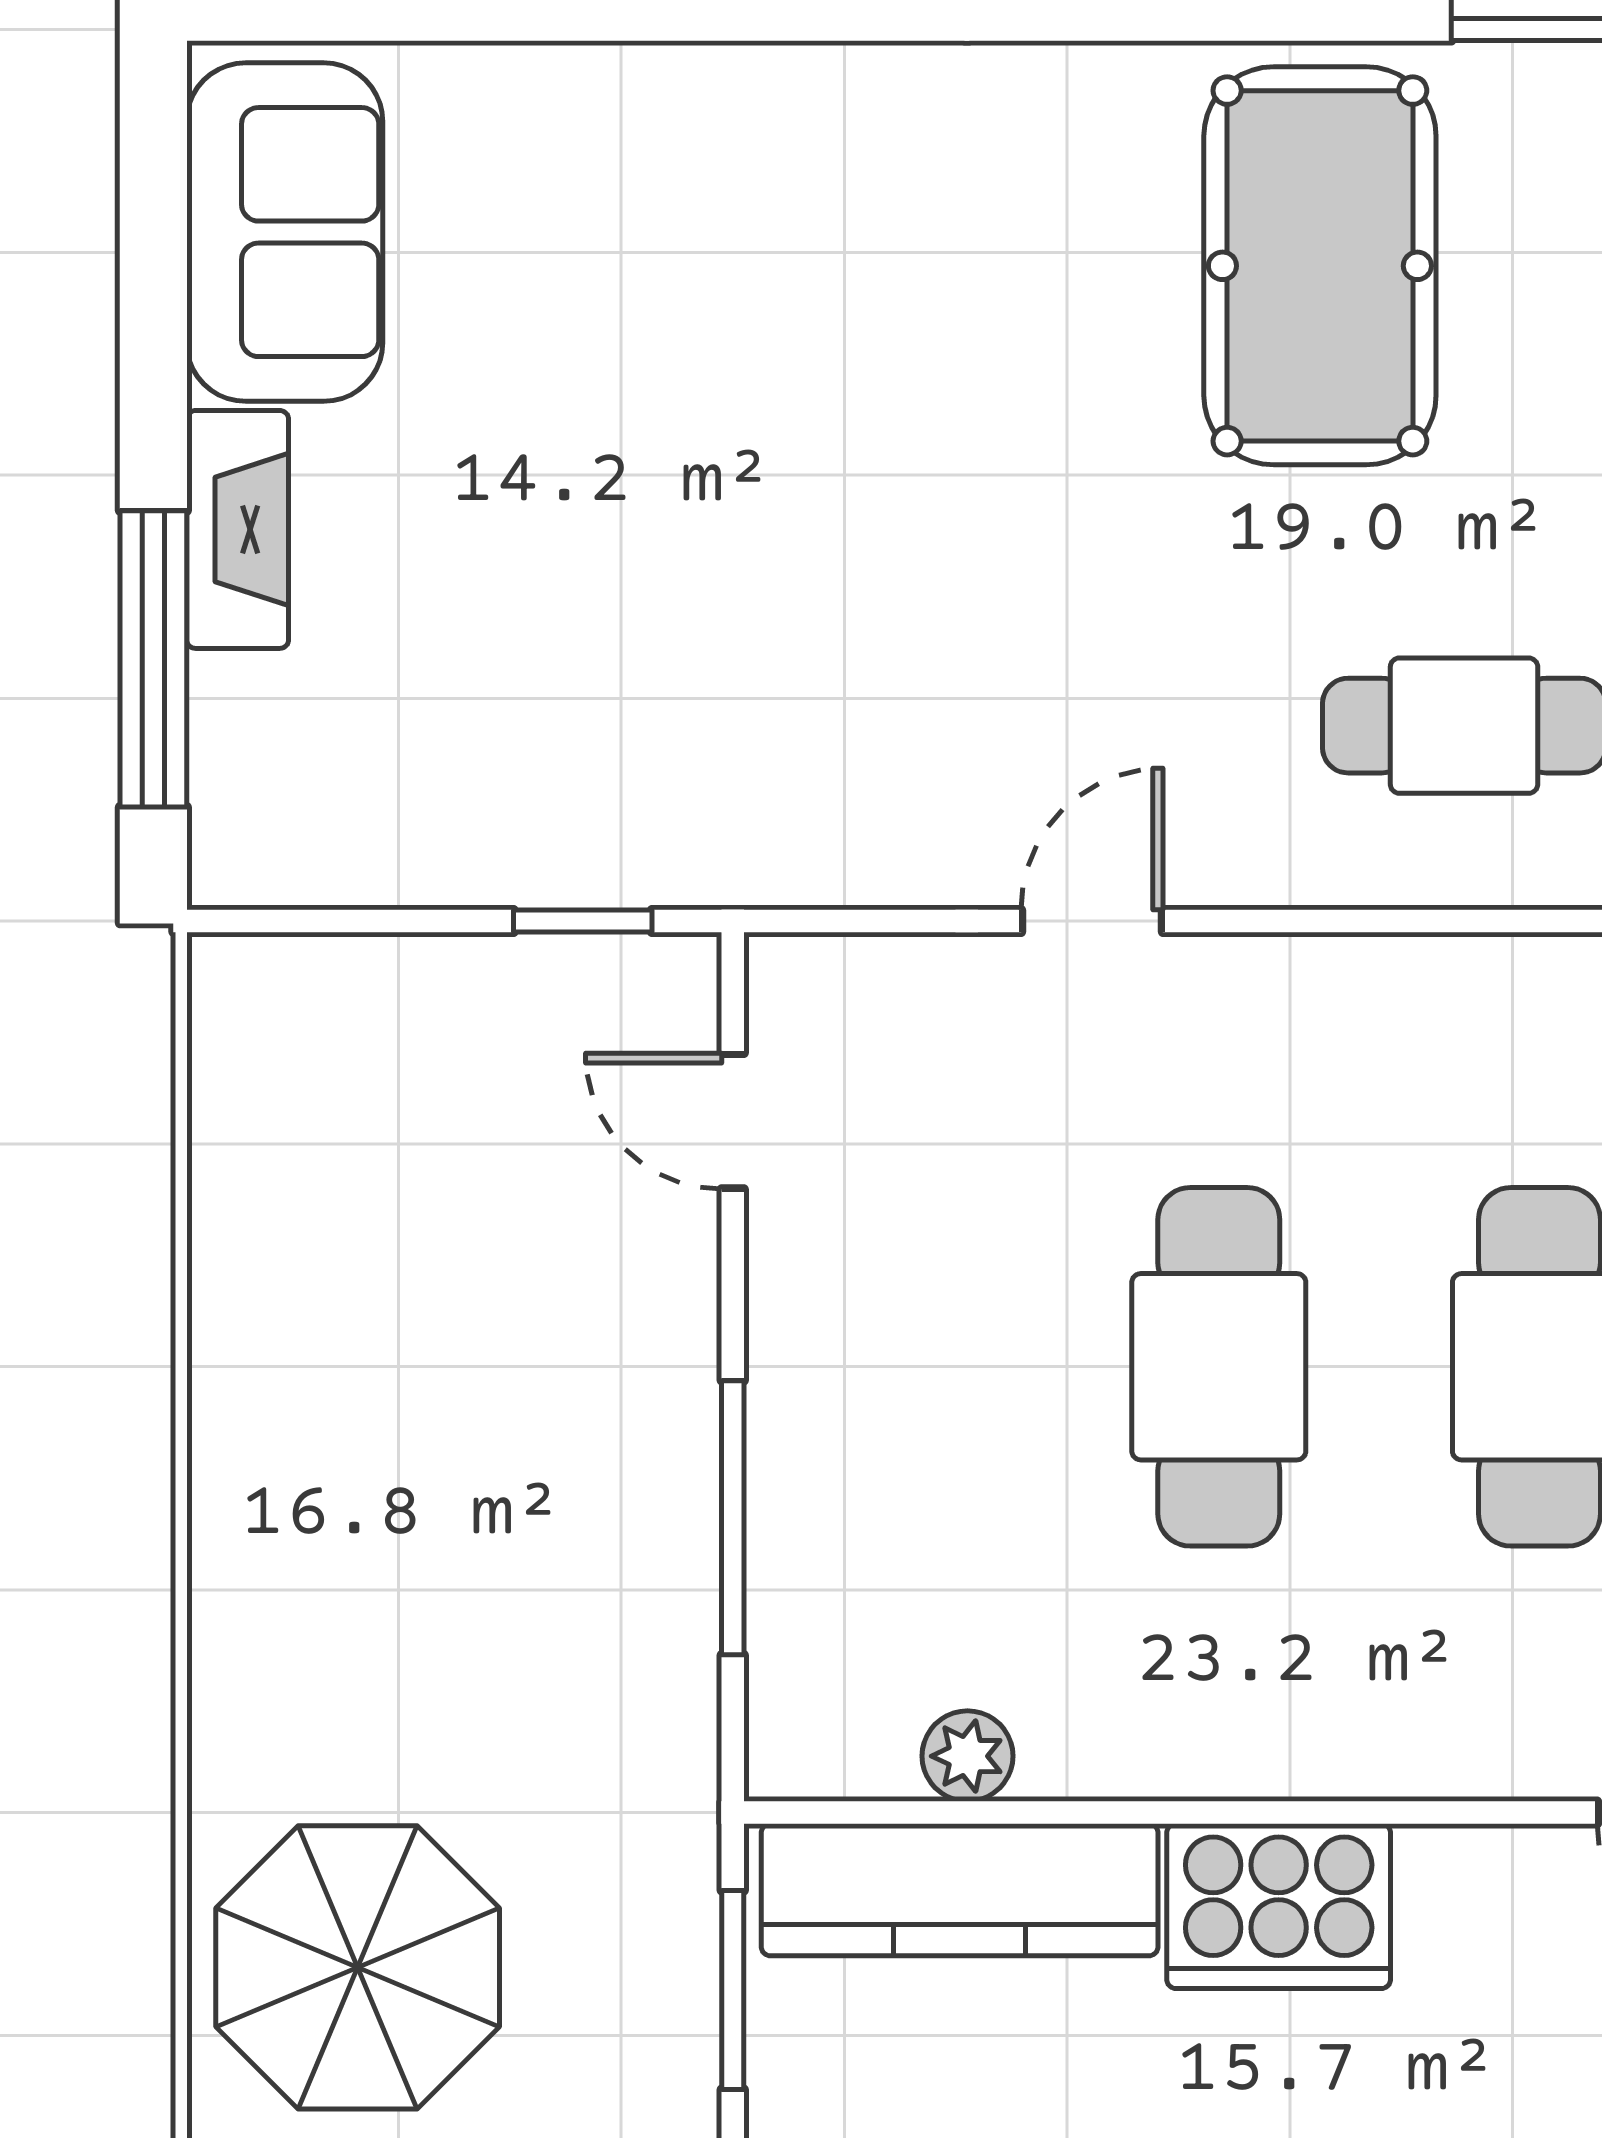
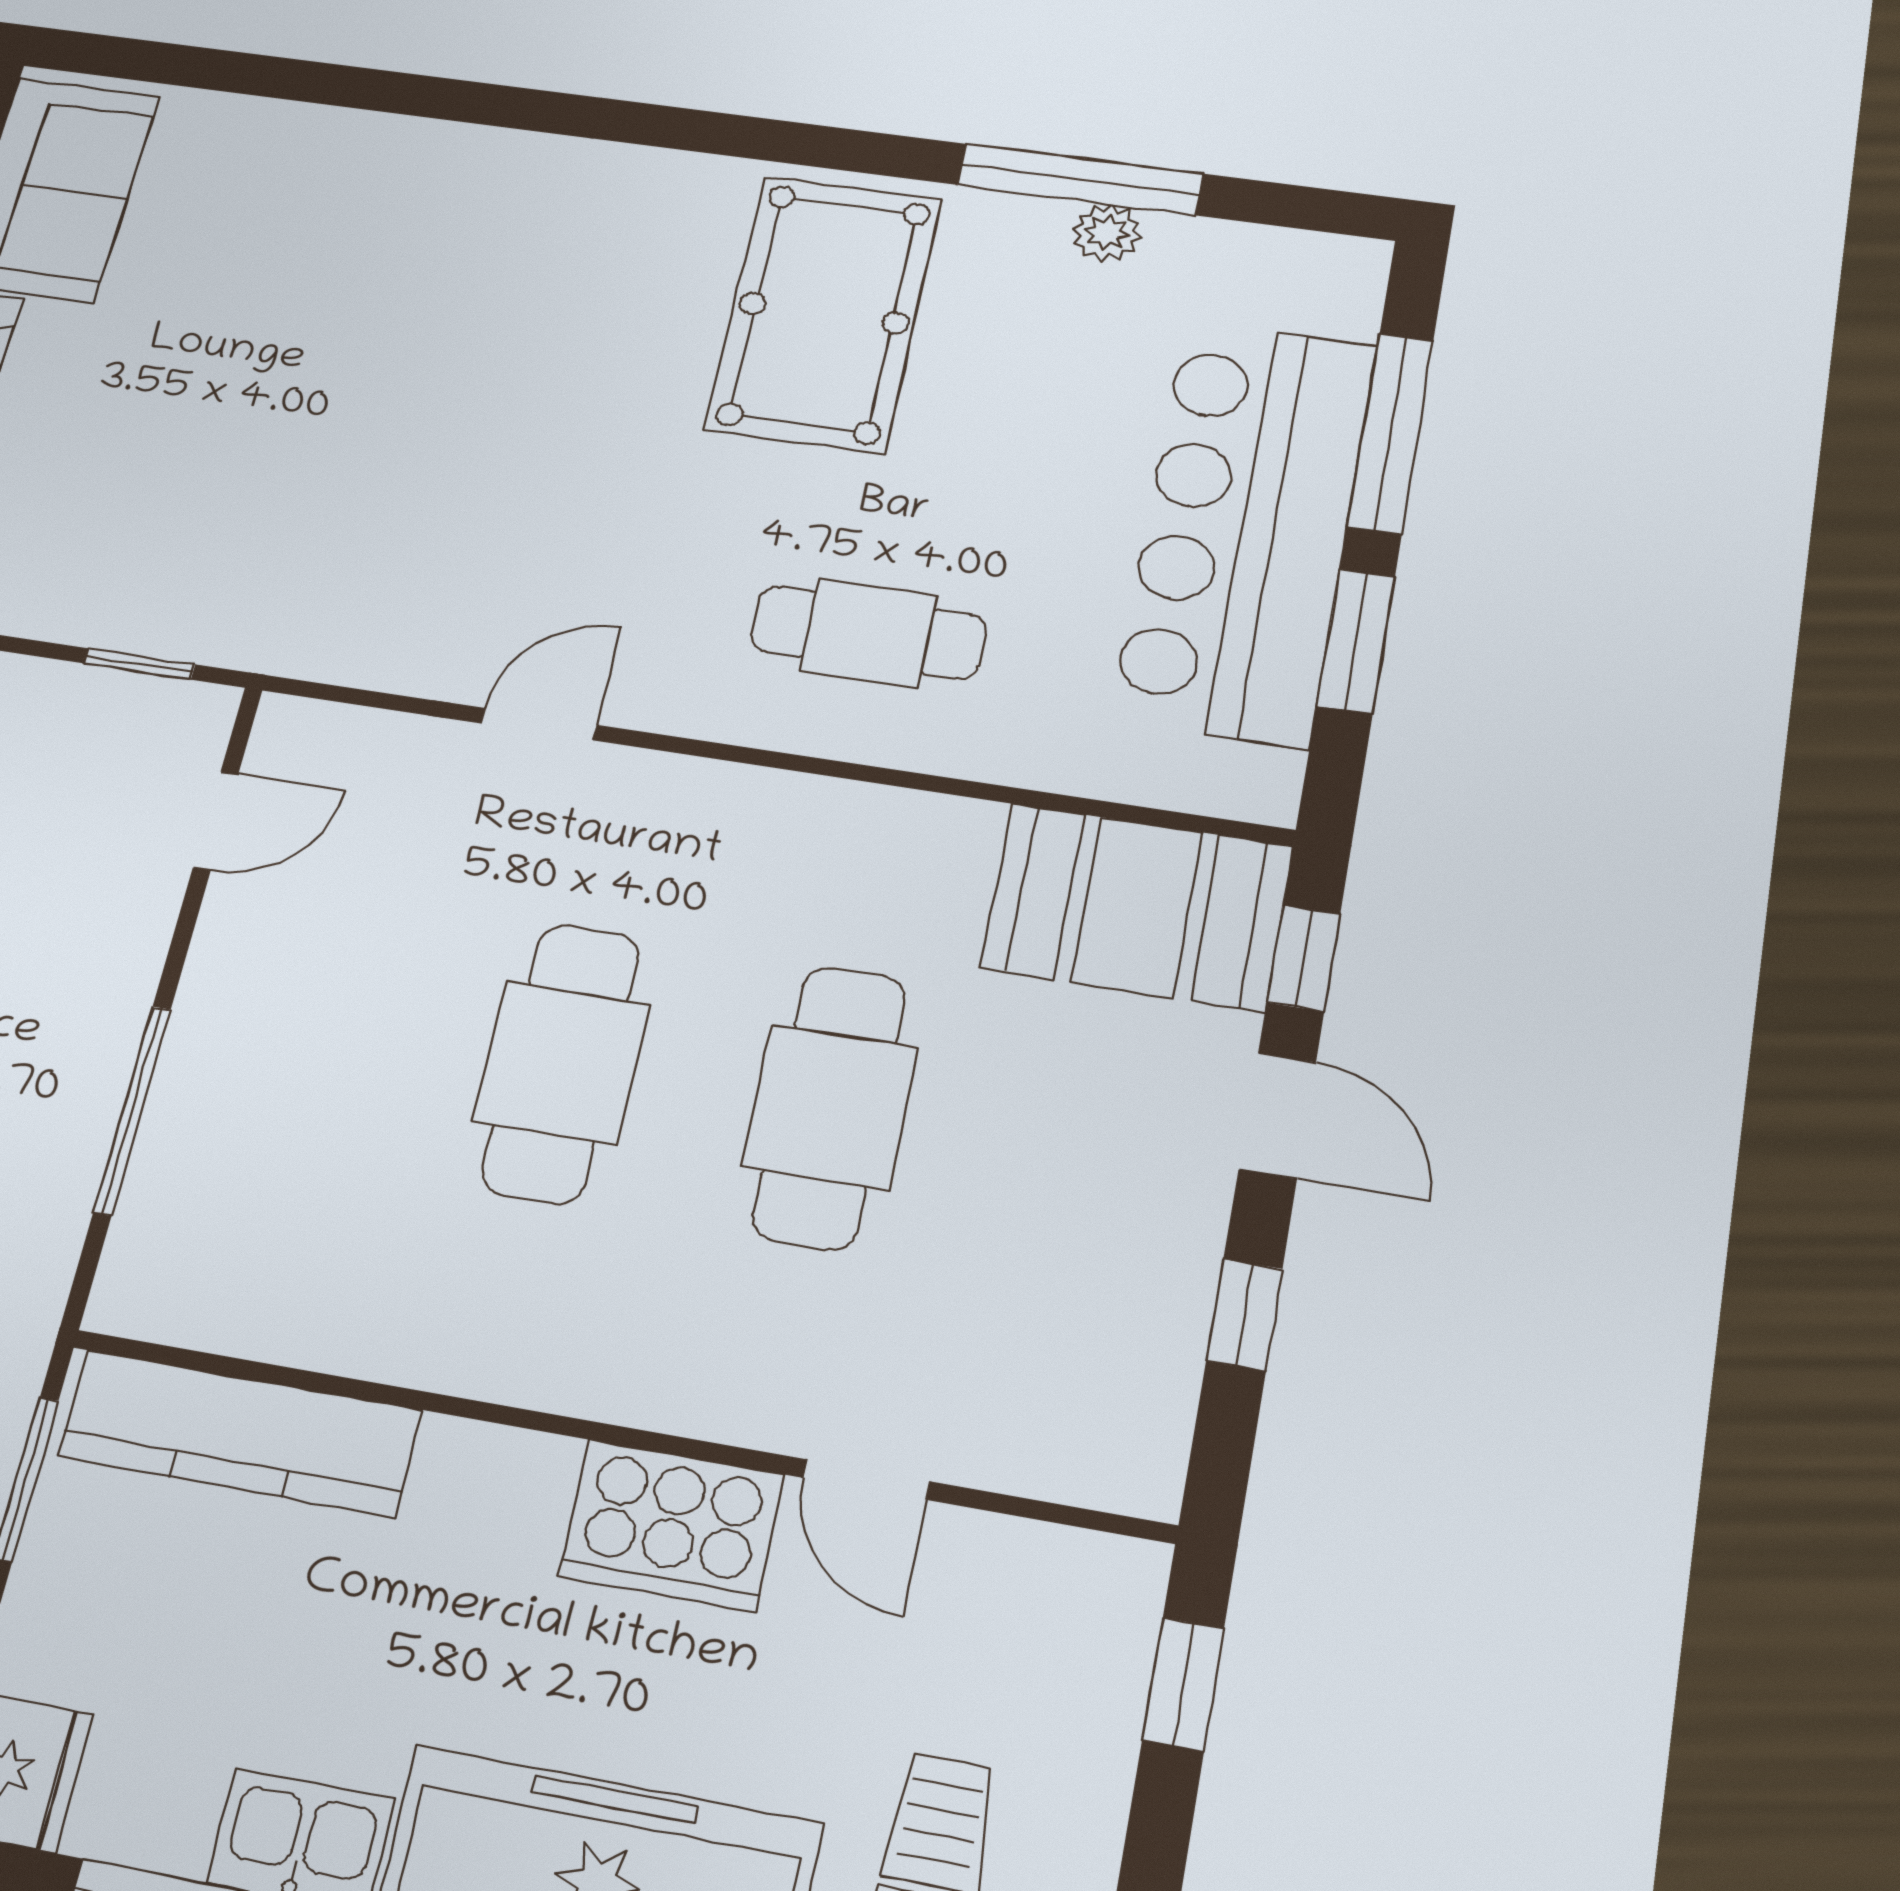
door: (733, 1121) -> (216, 821), swing flipped
plant: (967, 1756) -> (275, 1327), removed
cooker: (1279, 1906) -> (672, 1525), moved

